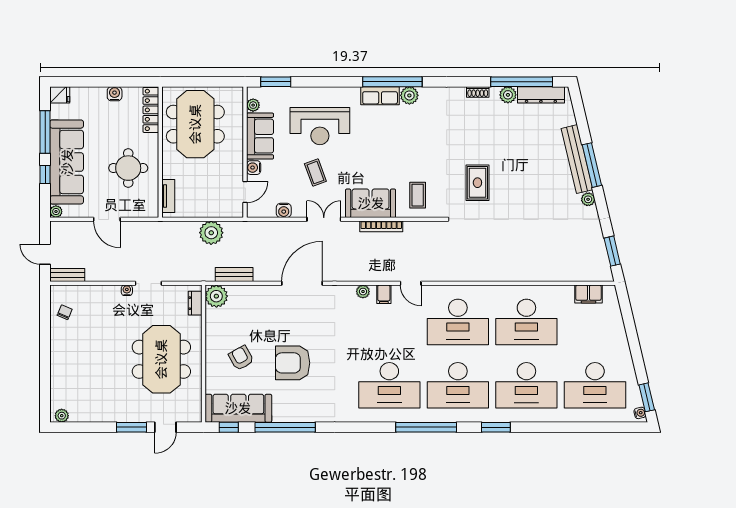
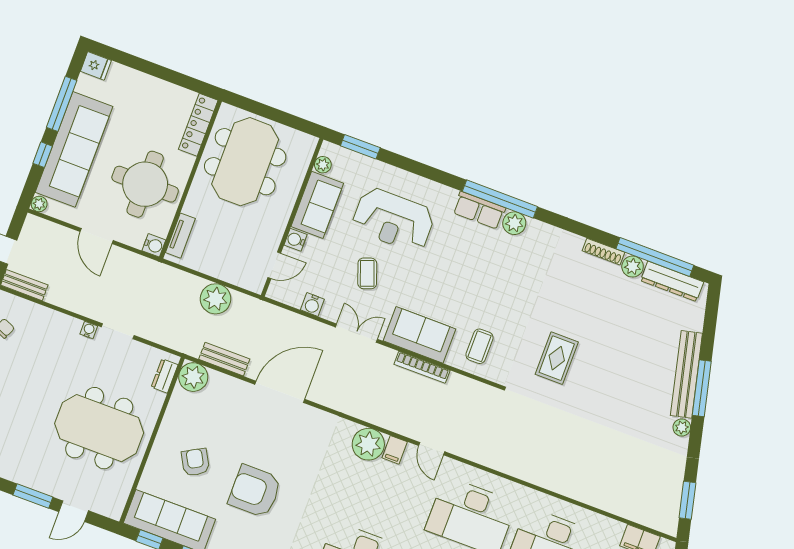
shoe rack: (478, 92) -> (603, 252), width x1.43
water cooler: (115, 94) -> (154, 245), moved, turned 90
round table: (128, 168) -> (145, 184), width x1.36, depth x1.36
door: (302, 283) -> (280, 392), moved
plant: (363, 292) -> (368, 444), width x1.88, depth x1.88
meeting table: (161, 359) -> (99, 428), turned 90

